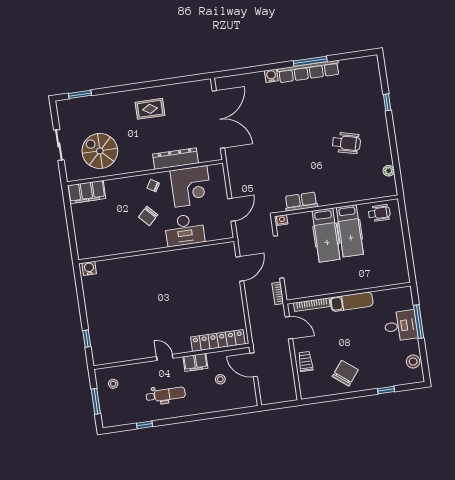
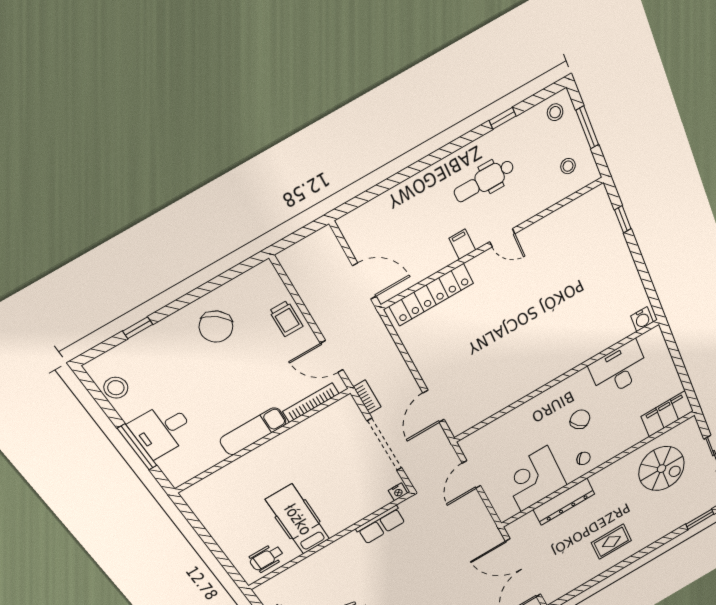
desk: (185, 230) -> (619, 369), moved
hospital bed: (326, 235) -> (329, 500), removed
filing cabinet: (195, 362) -> (462, 244), width x0.50
stool: (220, 379) -> (555, 112), moved

